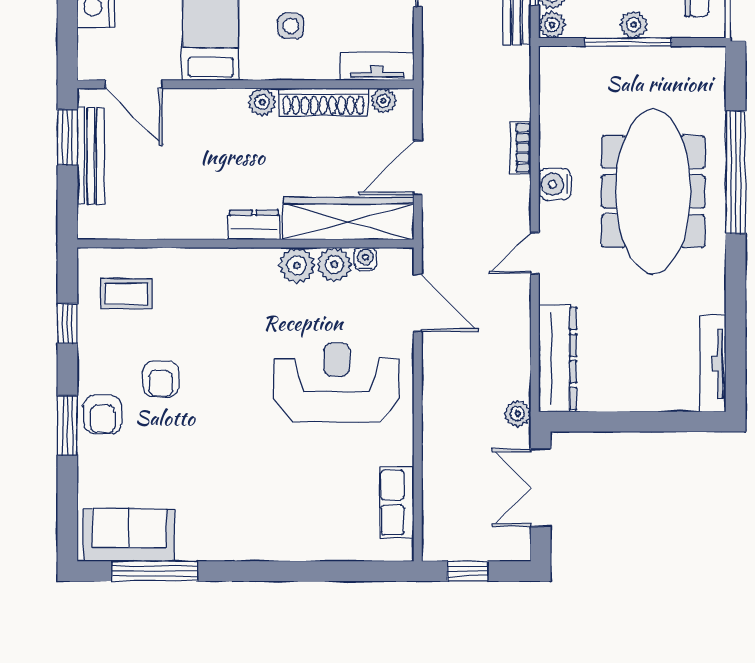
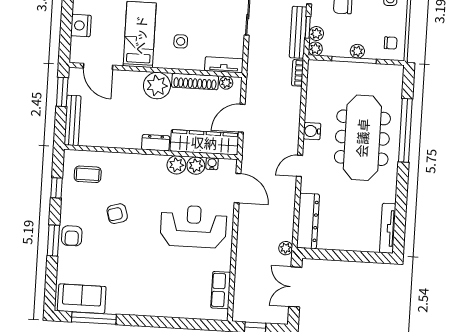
plant: (262, 102) -> (157, 86), width x1.88, depth x1.88
bookcase: (521, 148) -> (298, 73), moved
bench: (91, 156) -> (73, 120), moved
armchair: (161, 379) -> (117, 214), moved, turned 74

